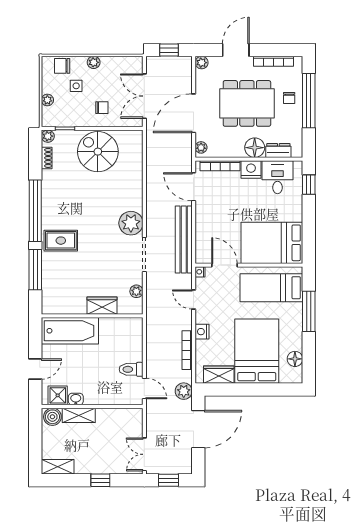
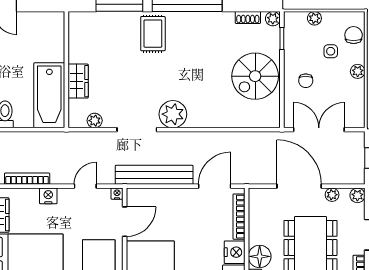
plant: (201, 147) -> (332, 195), moved
spiral stairs: (98, 152) -> (255, 76), turned 180
bathtub: (70, 331) -> (49, 95), moved

